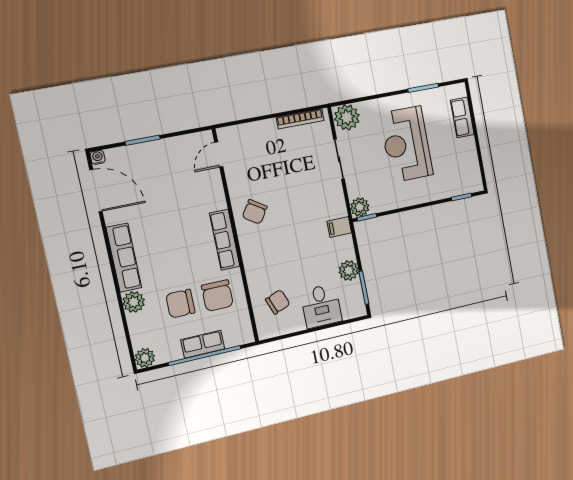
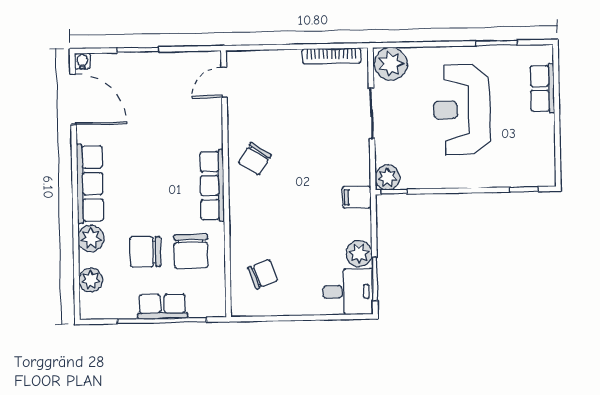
desk: (321, 306) -> (348, 292), moved, turned -90
plant: (145, 358) -> (91, 280), moved

